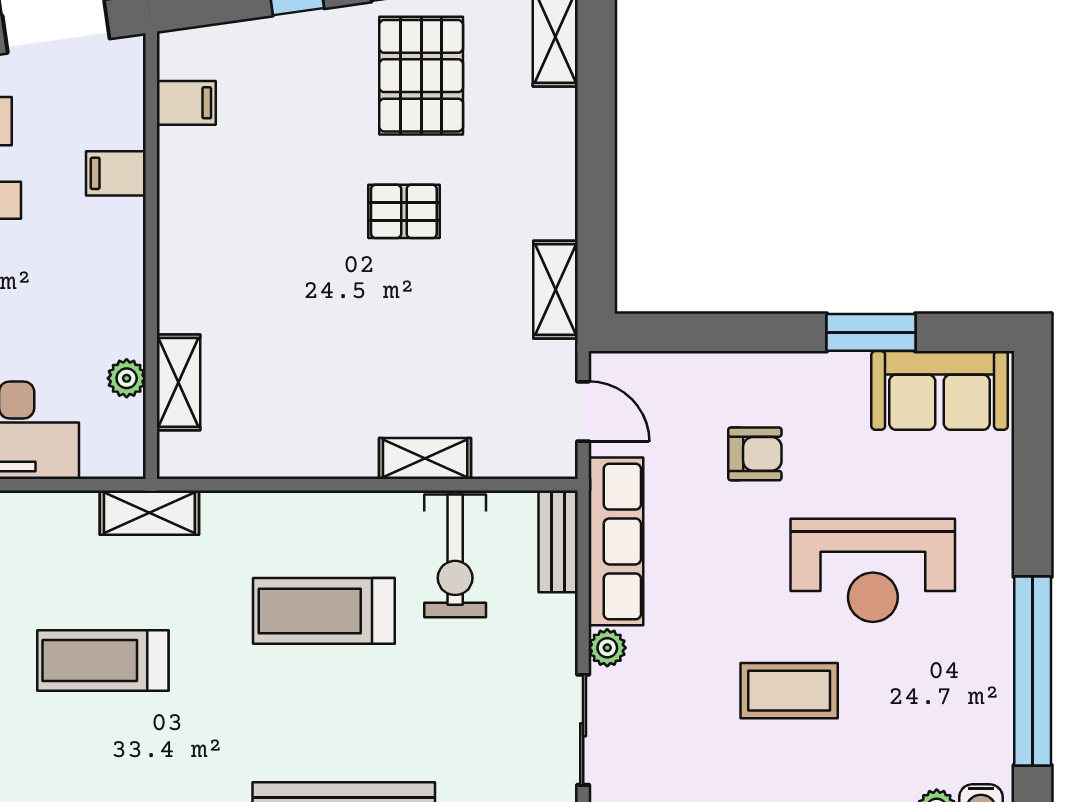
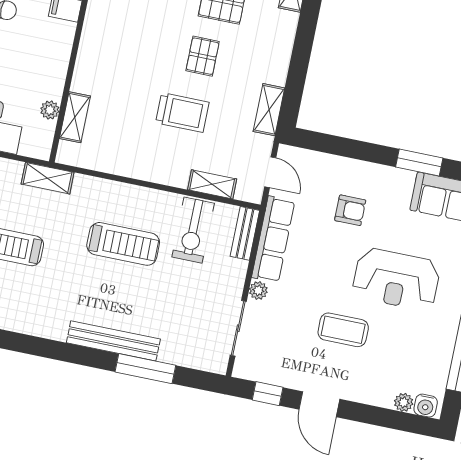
pallet: (404, 211) -> (203, 56), turned 90
trolley: (387, 330) -> (182, 112), added
shelving: (425, 458) -> (212, 184), moved
treadmill: (324, 611) -> (123, 244), turned 180

